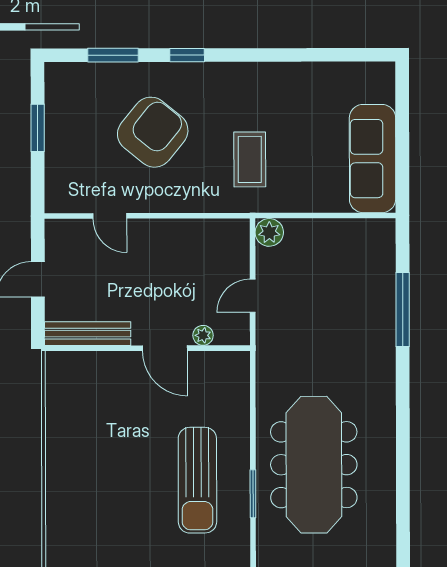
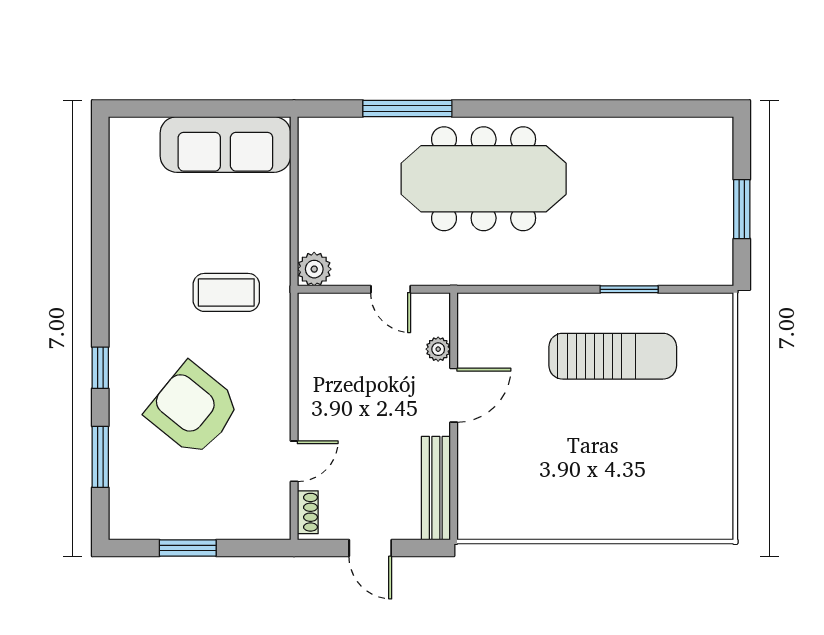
shoe rack: (67, 227) -> (308, 512), added
meeting table: (314, 465) -> (484, 179), moved

